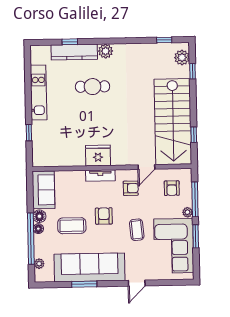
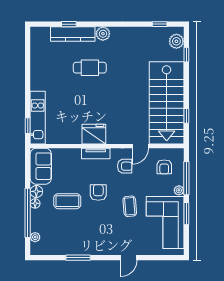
kitchen unit: (39, 93) -> (38, 118), moved
window: (29, 133) -> (28, 126), moved
sofa: (90, 267) -> (84, 242), removed

